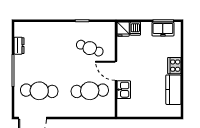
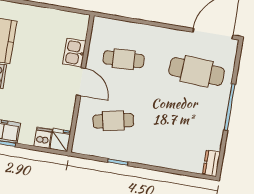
dresser: (19, 46) -> (211, 163), moved
cafe table: (90, 48) -> (113, 121), turned -33
cafe table: (90, 91) -> (124, 59), width x0.73, depth x0.74

